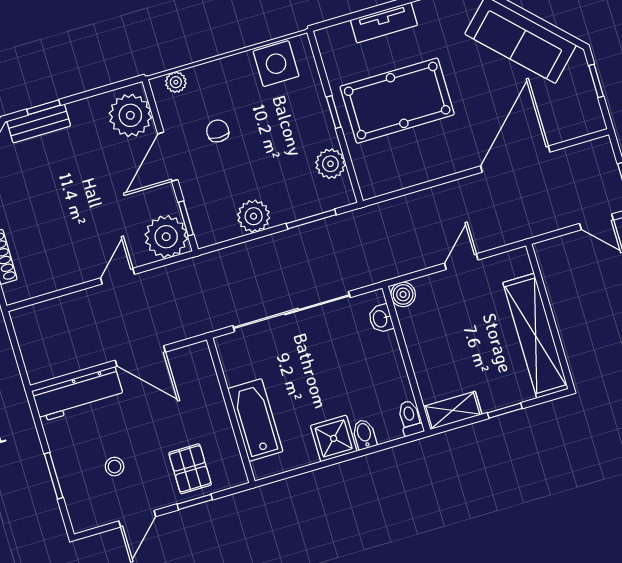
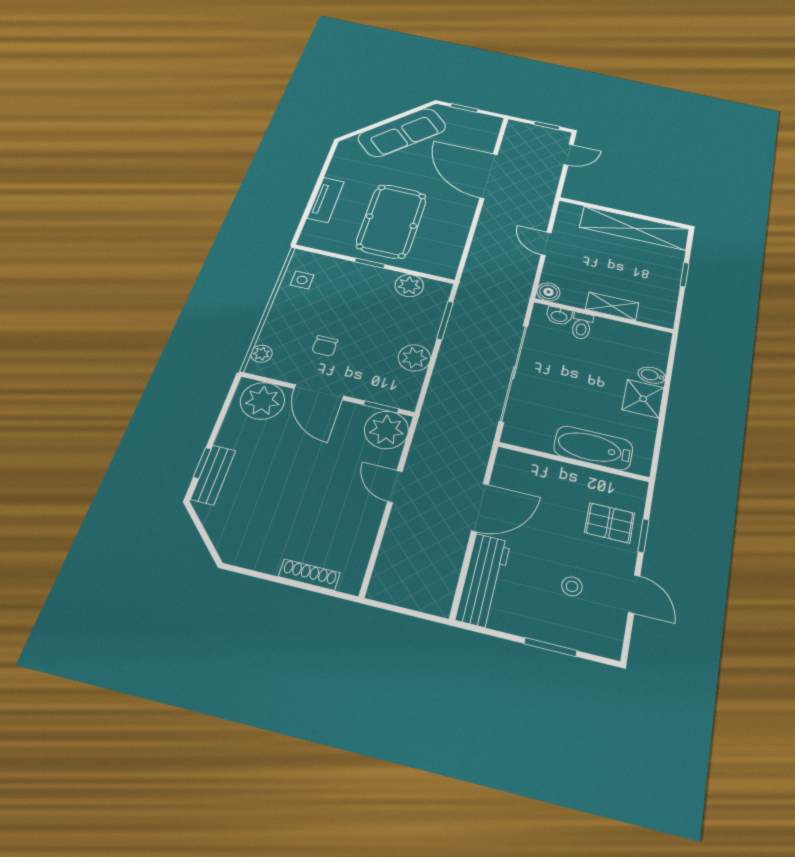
side table: (276, 64) -> (302, 280), width x0.54, depth x0.54
chair: (218, 131) -> (325, 346), turned -90
shelving: (453, 410) -> (612, 306), moved, turned 90
toilet: (410, 418) -> (582, 326), moved, turned -90

